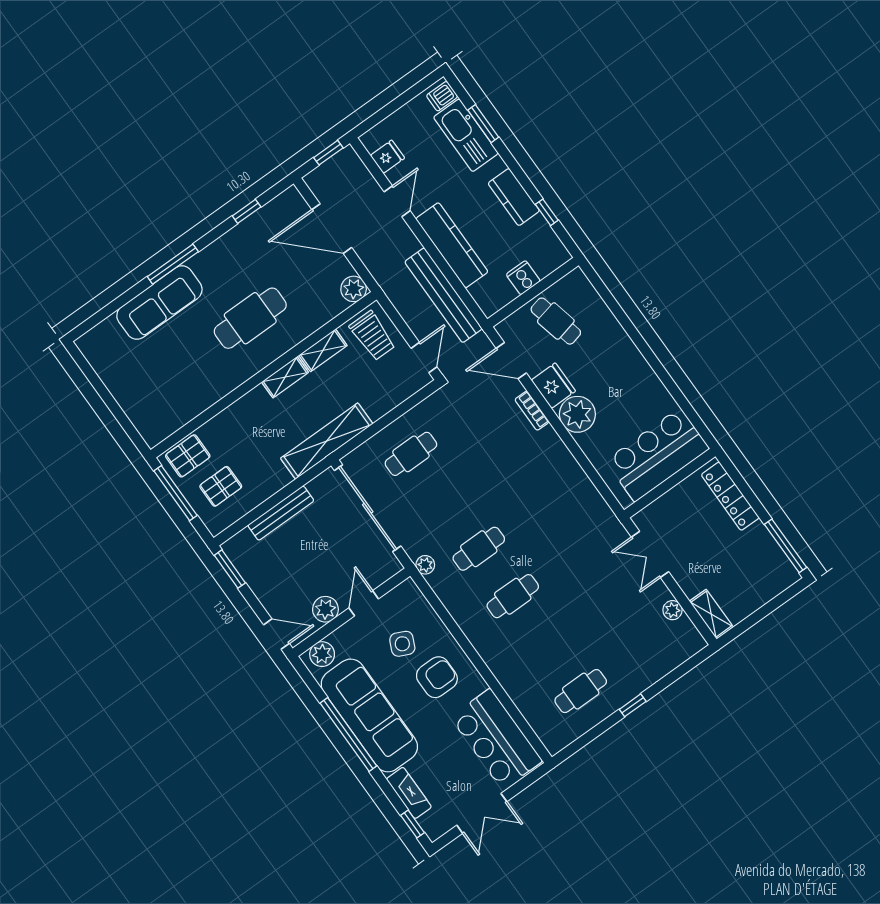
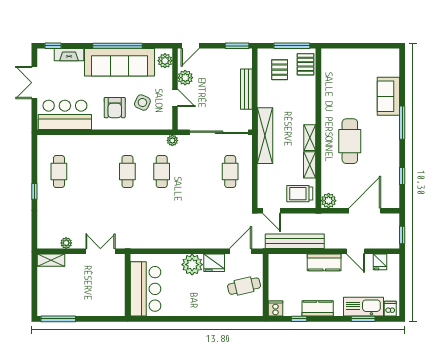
kitchen counter: (452, 245) -> (324, 262), width x0.67
cooker: (523, 278) -> (276, 309), moved, turned -90
sofa: (159, 303) -> (388, 96), width x0.73
bookcase: (532, 411) -> (209, 244), removed
locker: (730, 496) -> (101, 309), removed

